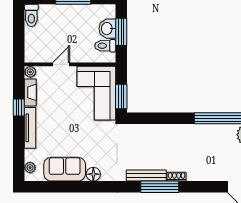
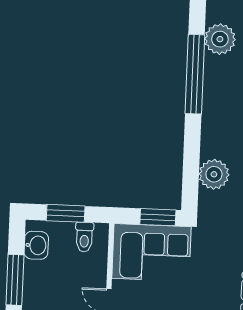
washbasin: (107, 29) -> (36, 245), moved, turned -90
plant: (153, 135) -> (214, 174), added

